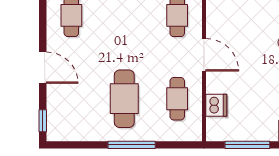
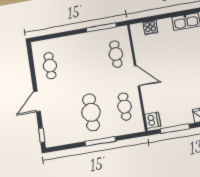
door: (43, 68) -> (37, 101), swing flipped
dishwasher: (216, 105) -> (153, 120), moved

